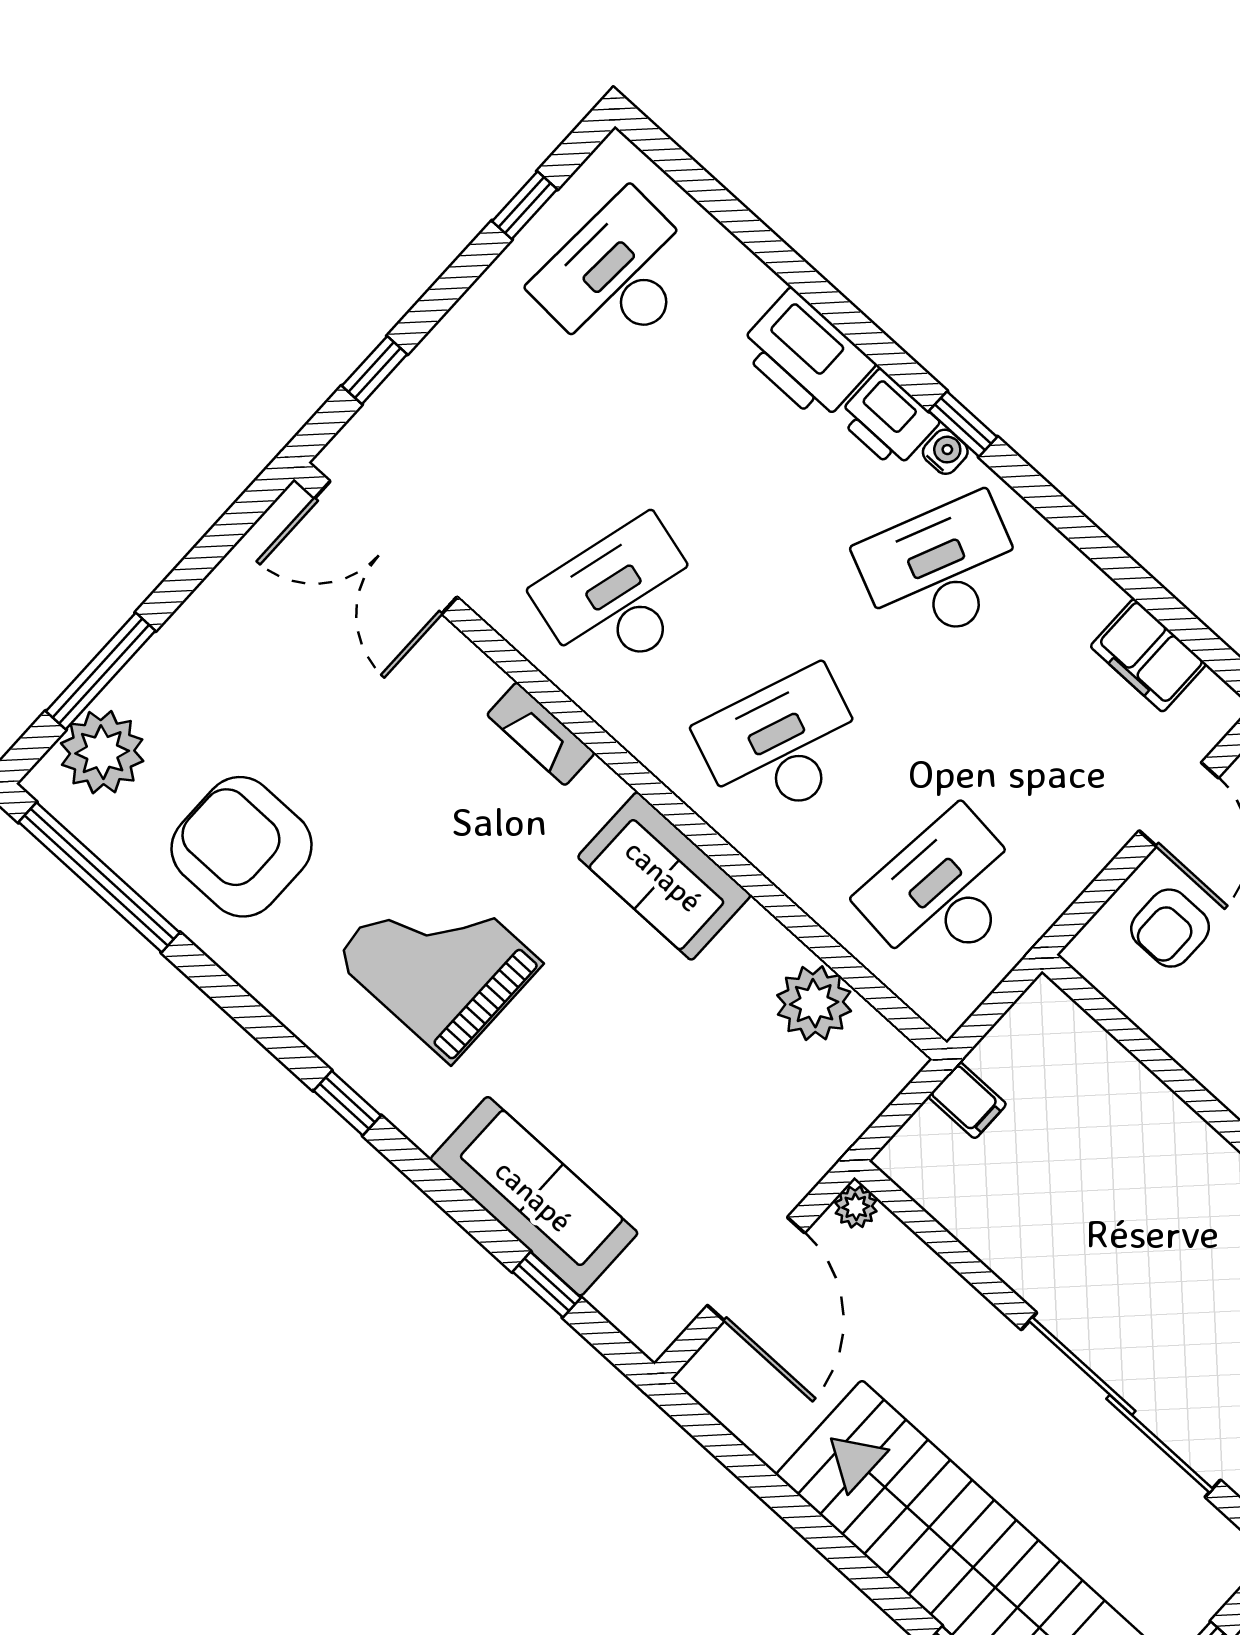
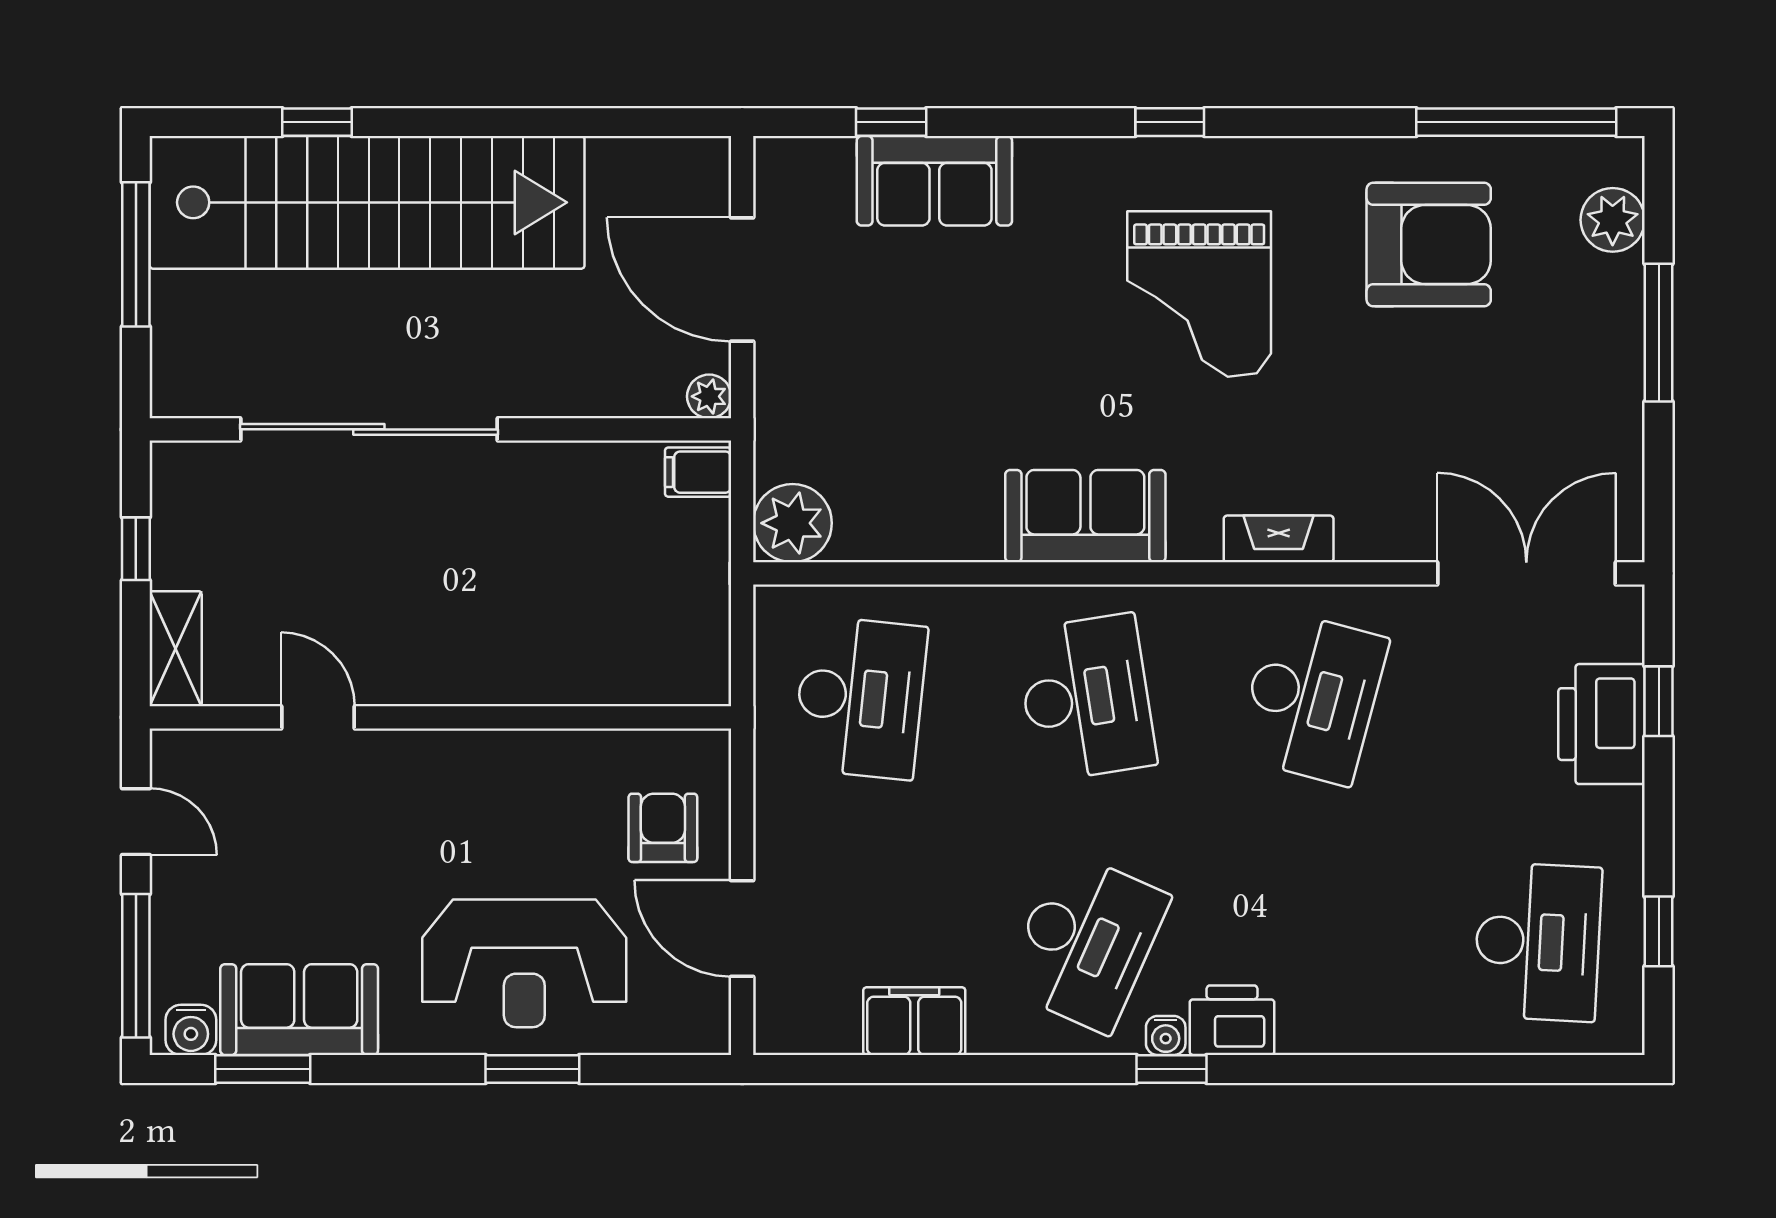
printer: (806, 356) -> (1602, 724), moved, turned -90
filing cabinet: (1148, 655) -> (914, 1021), moved
window: (101, 671) -> (1659, 333), moved
desk: (782, 746) -> (1086, 698), turned -30
plant: (102, 752) -> (1613, 220), width x0.73, depth x0.73
grand piano: (438, 961) -> (1199, 294), turned 90
plant: (814, 1003) -> (792, 523), moved
filing cabinet: (967, 1100) -> (698, 472), moved
sofa: (534, 1196) -> (934, 181), width x0.73

